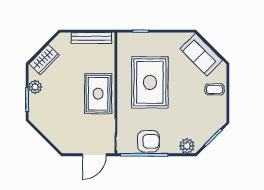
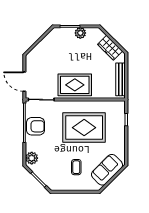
wardrobe: (44, 60) -> (110, 48), moved
coffee table: (215, 89) -> (76, 167), moved
armchair: (148, 141) -> (35, 126), turned -90

